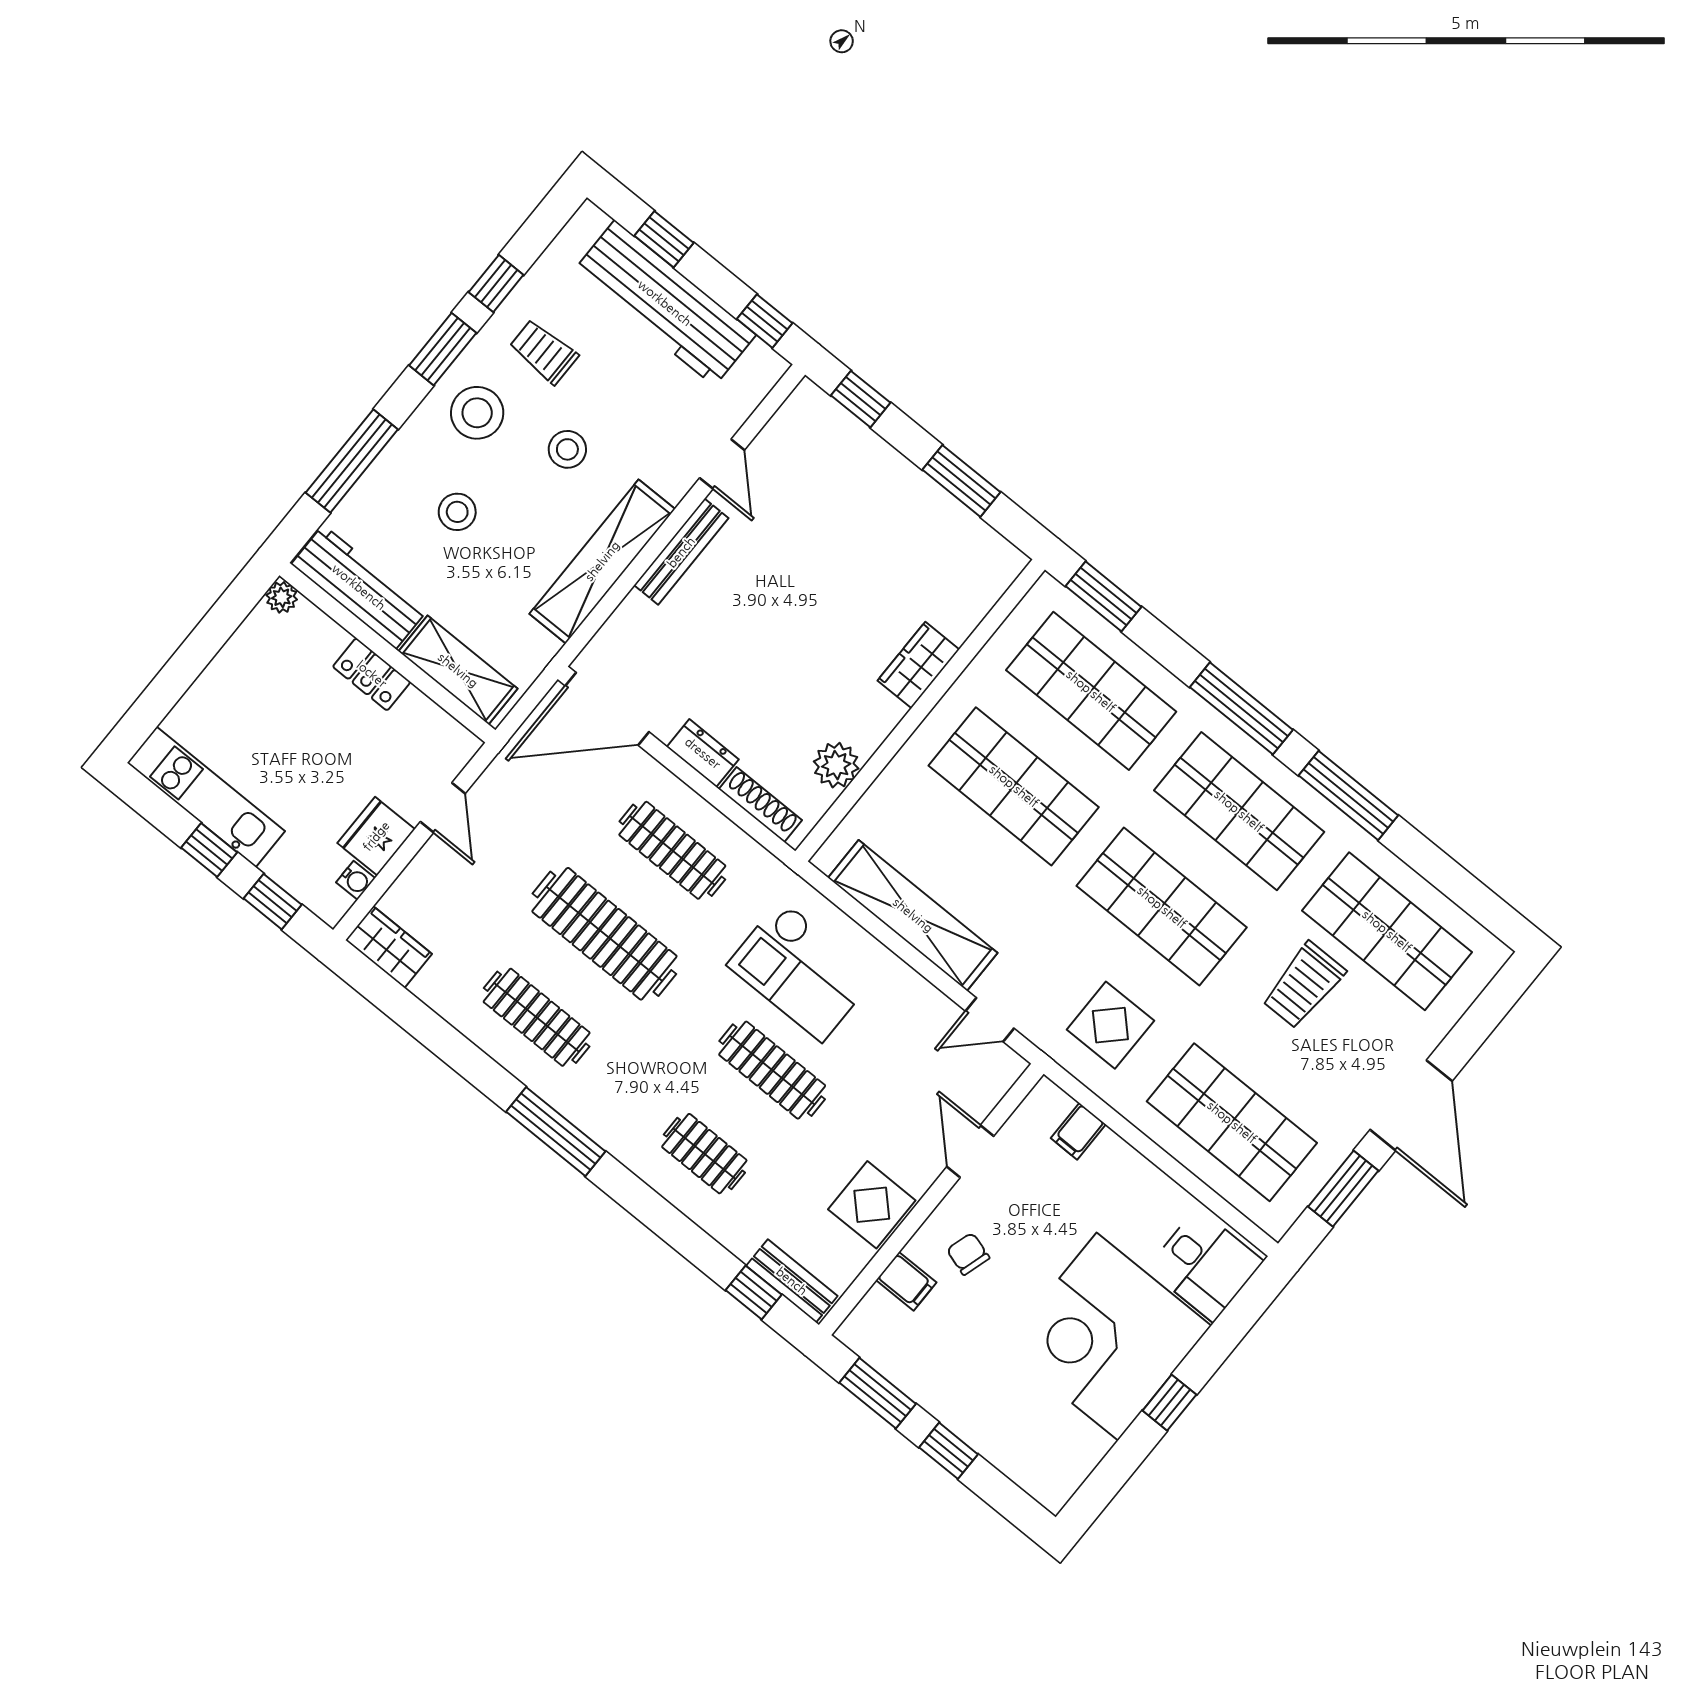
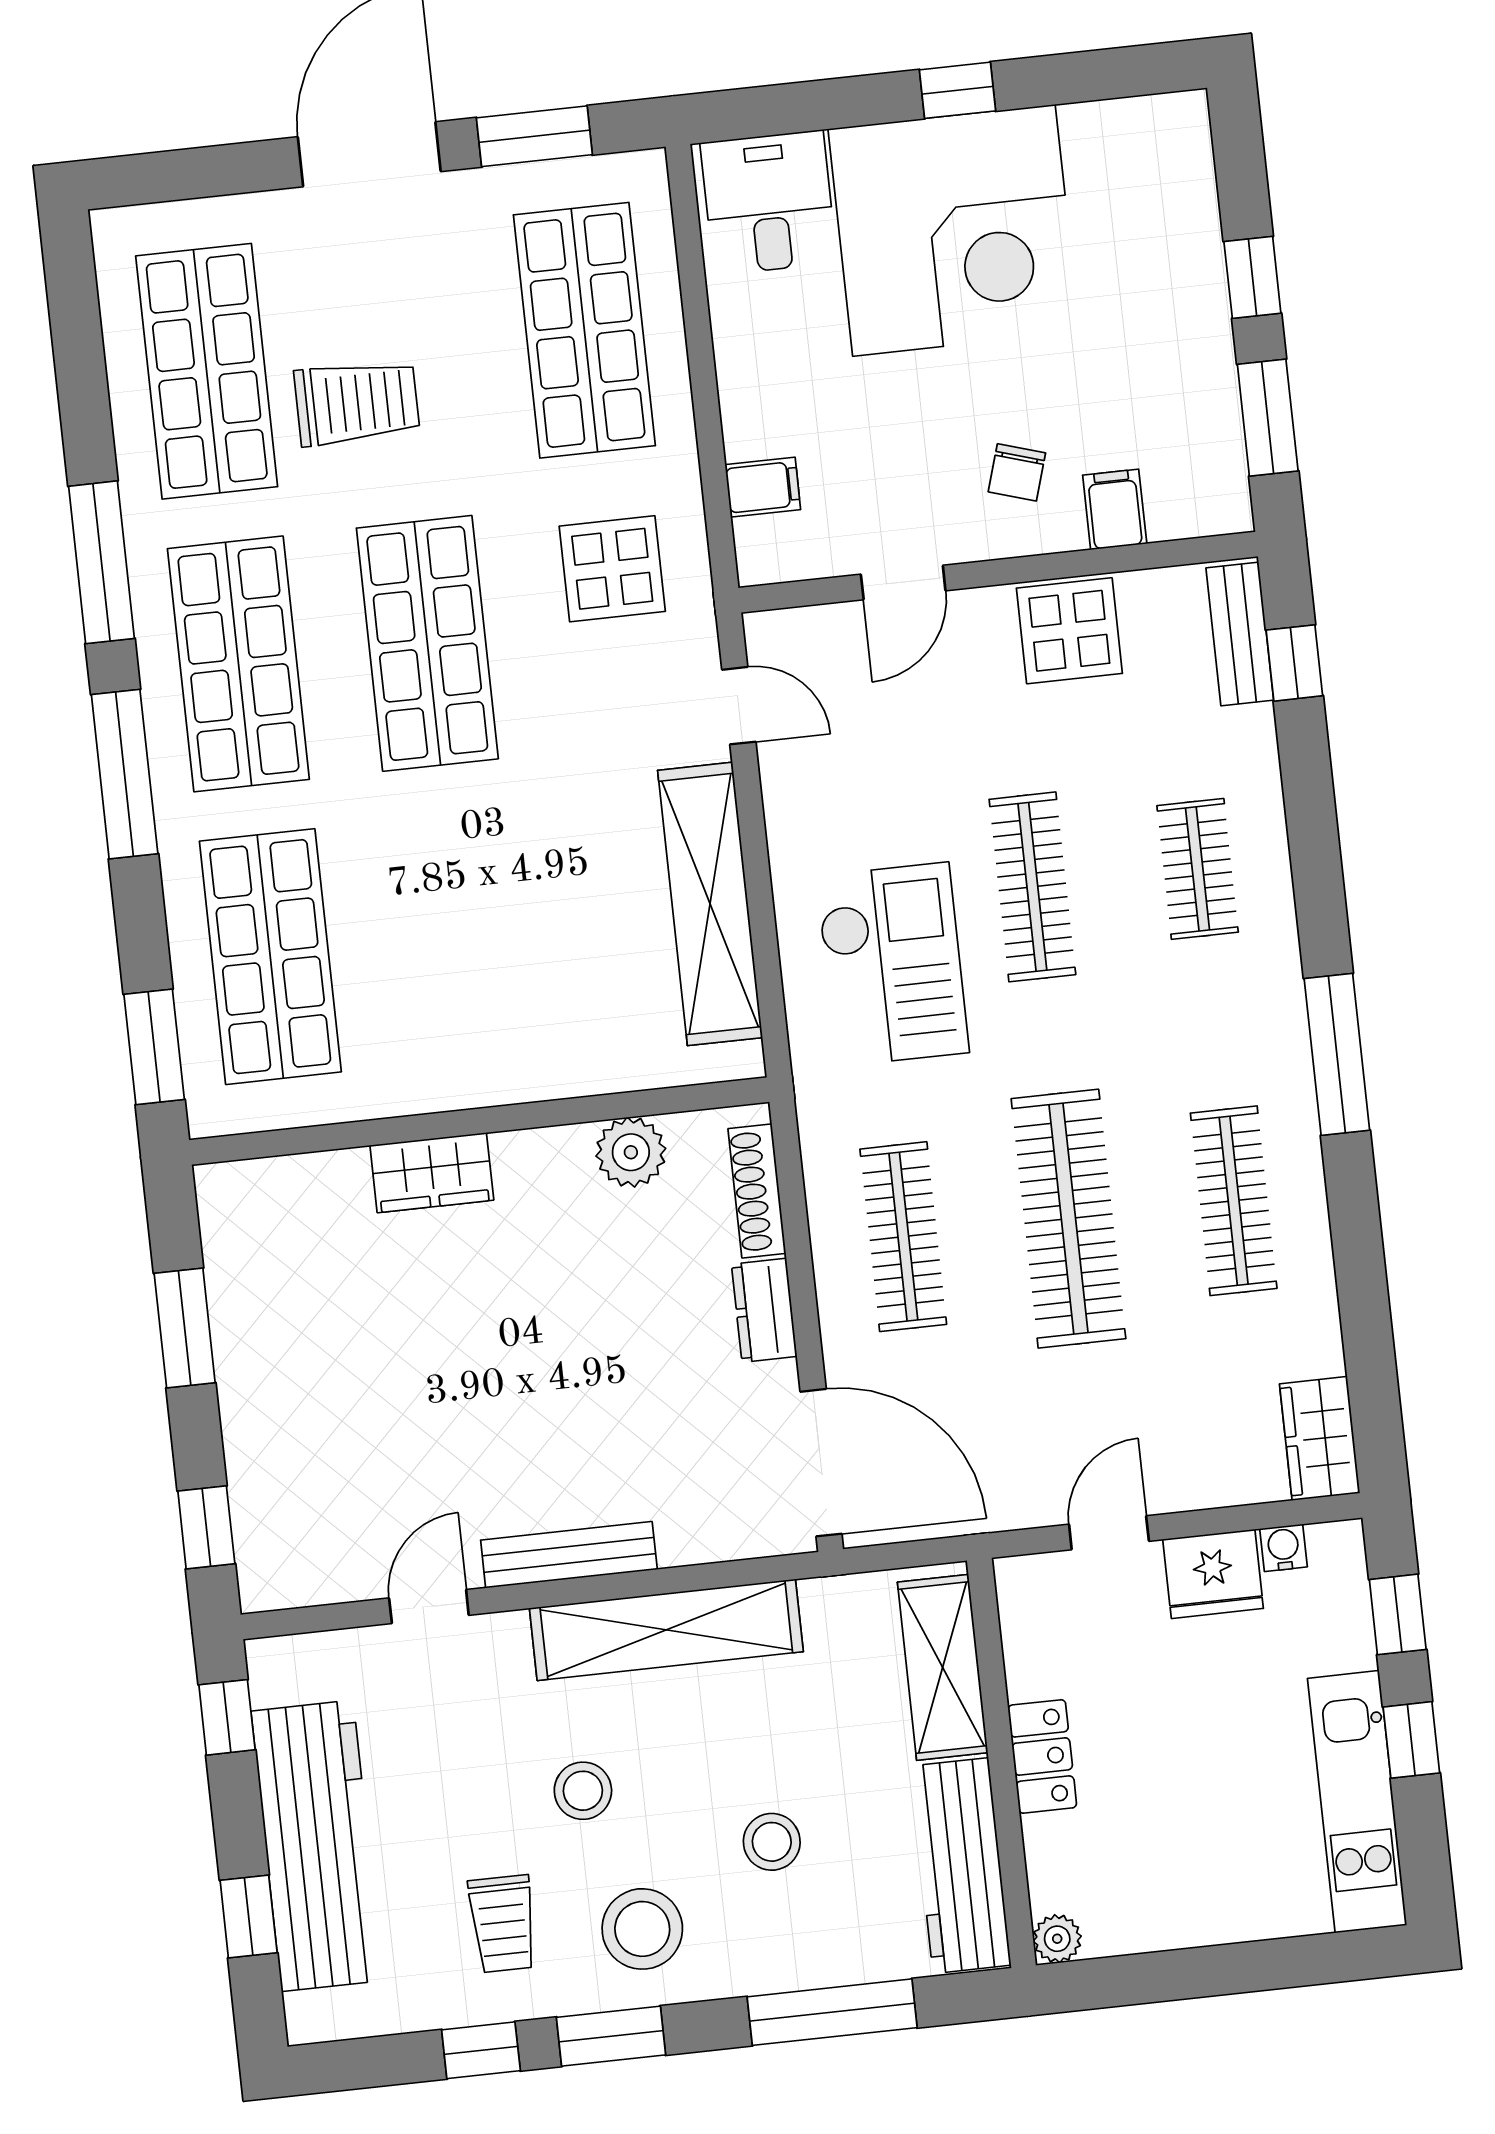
shop shelf: (1014, 786) -> (459, 936), removed

